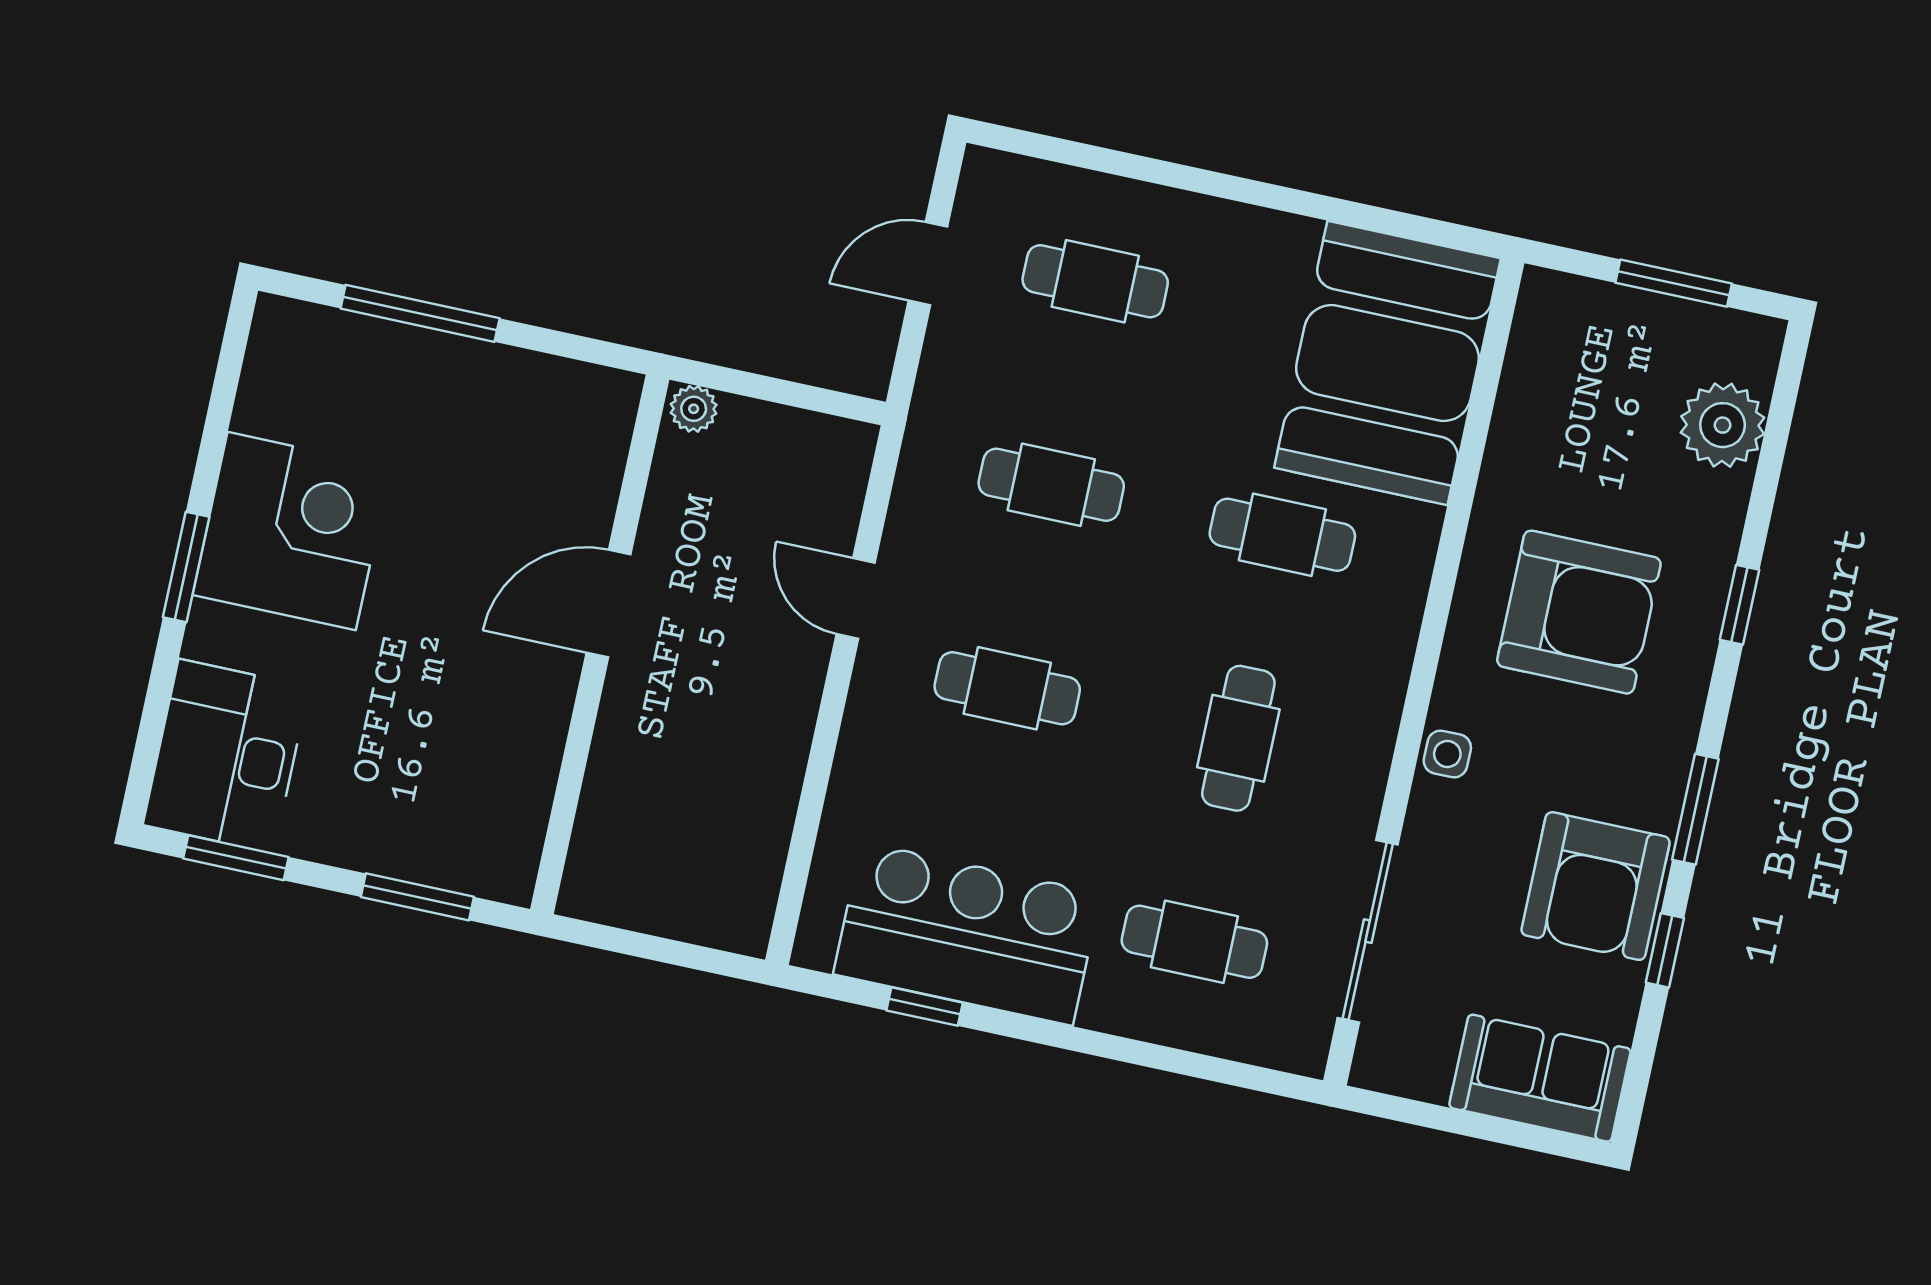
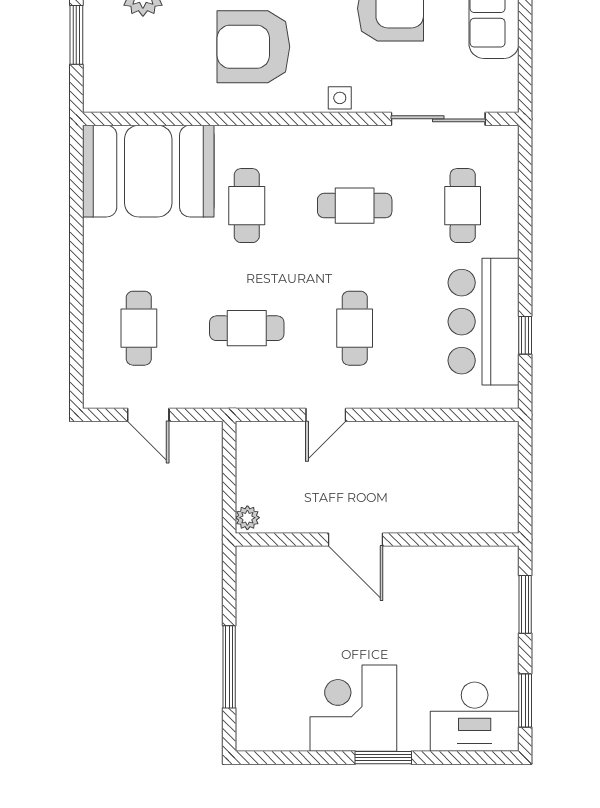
cafe table: (1051, 485) -> (247, 328), turned 90
armchair: (1579, 612) -> (253, 47), turned -90

